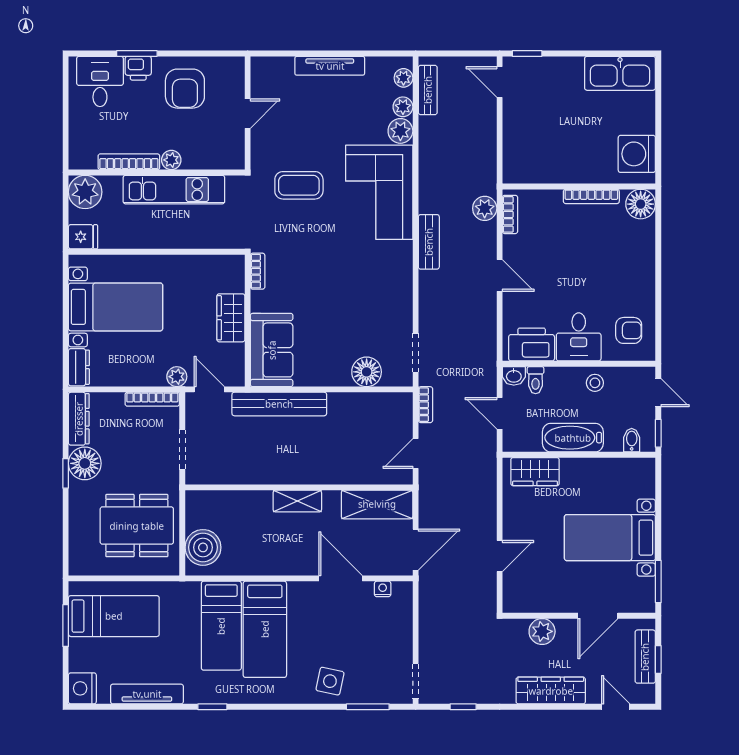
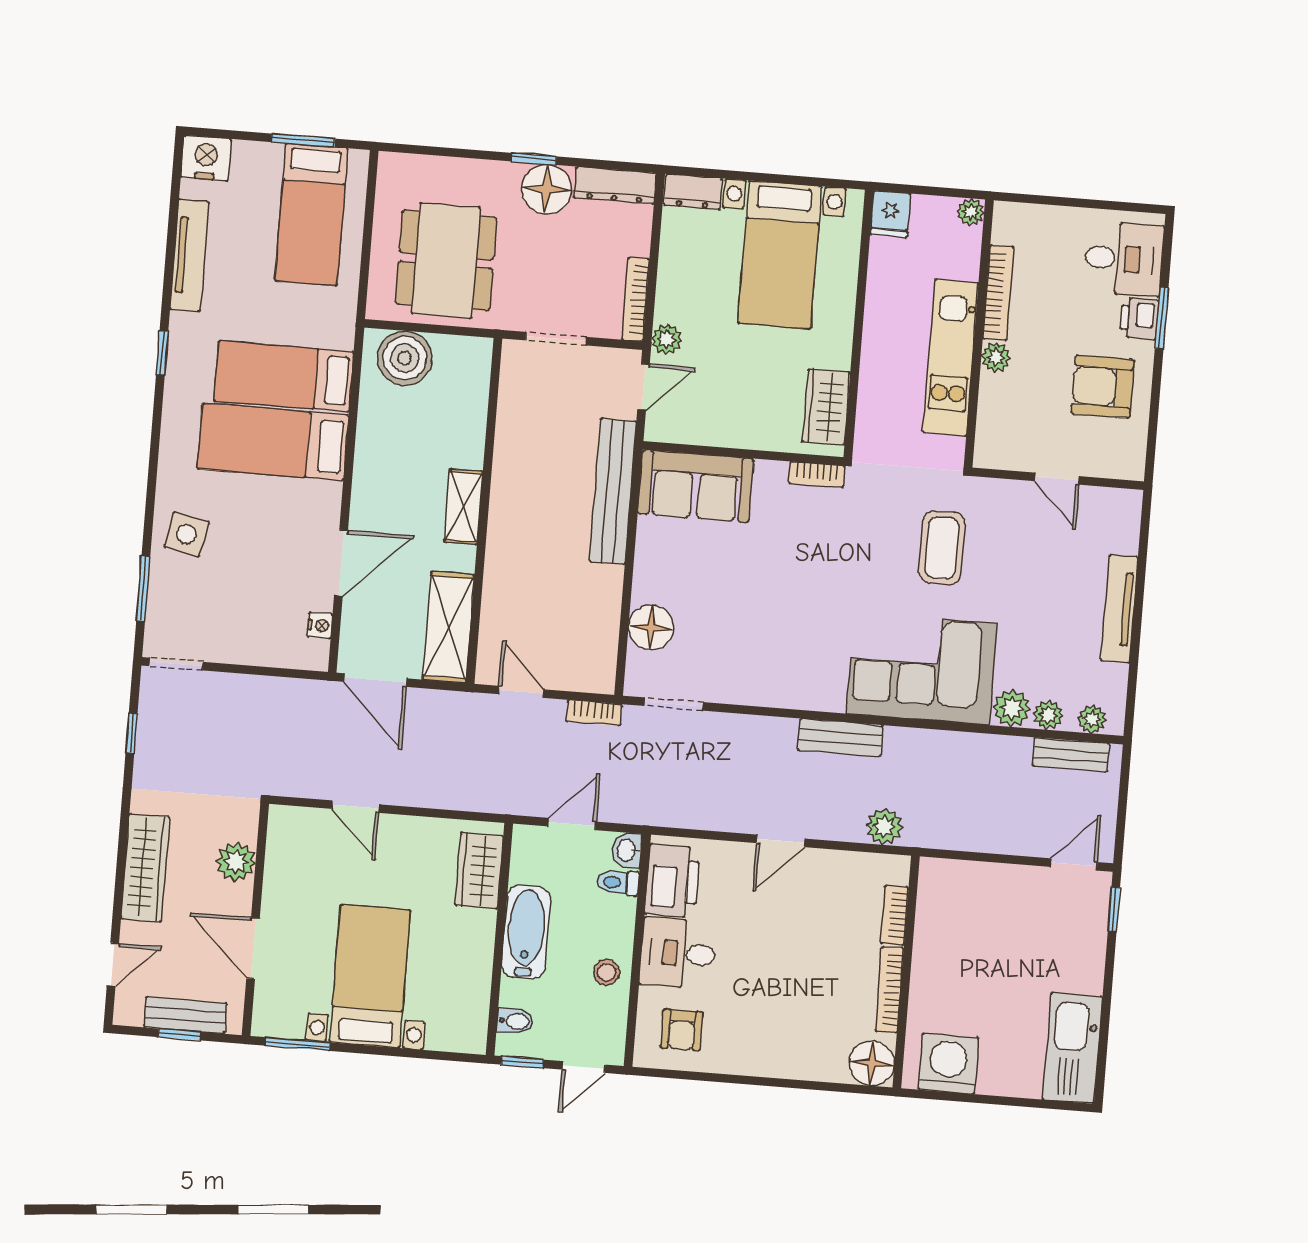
plant: (85, 192) -> (971, 212), width x0.53, depth x0.53
bookcase: (510, 214) -> (895, 915), moved, turned 90
wardrobe: (231, 318) -> (826, 407), moved, turned -90

